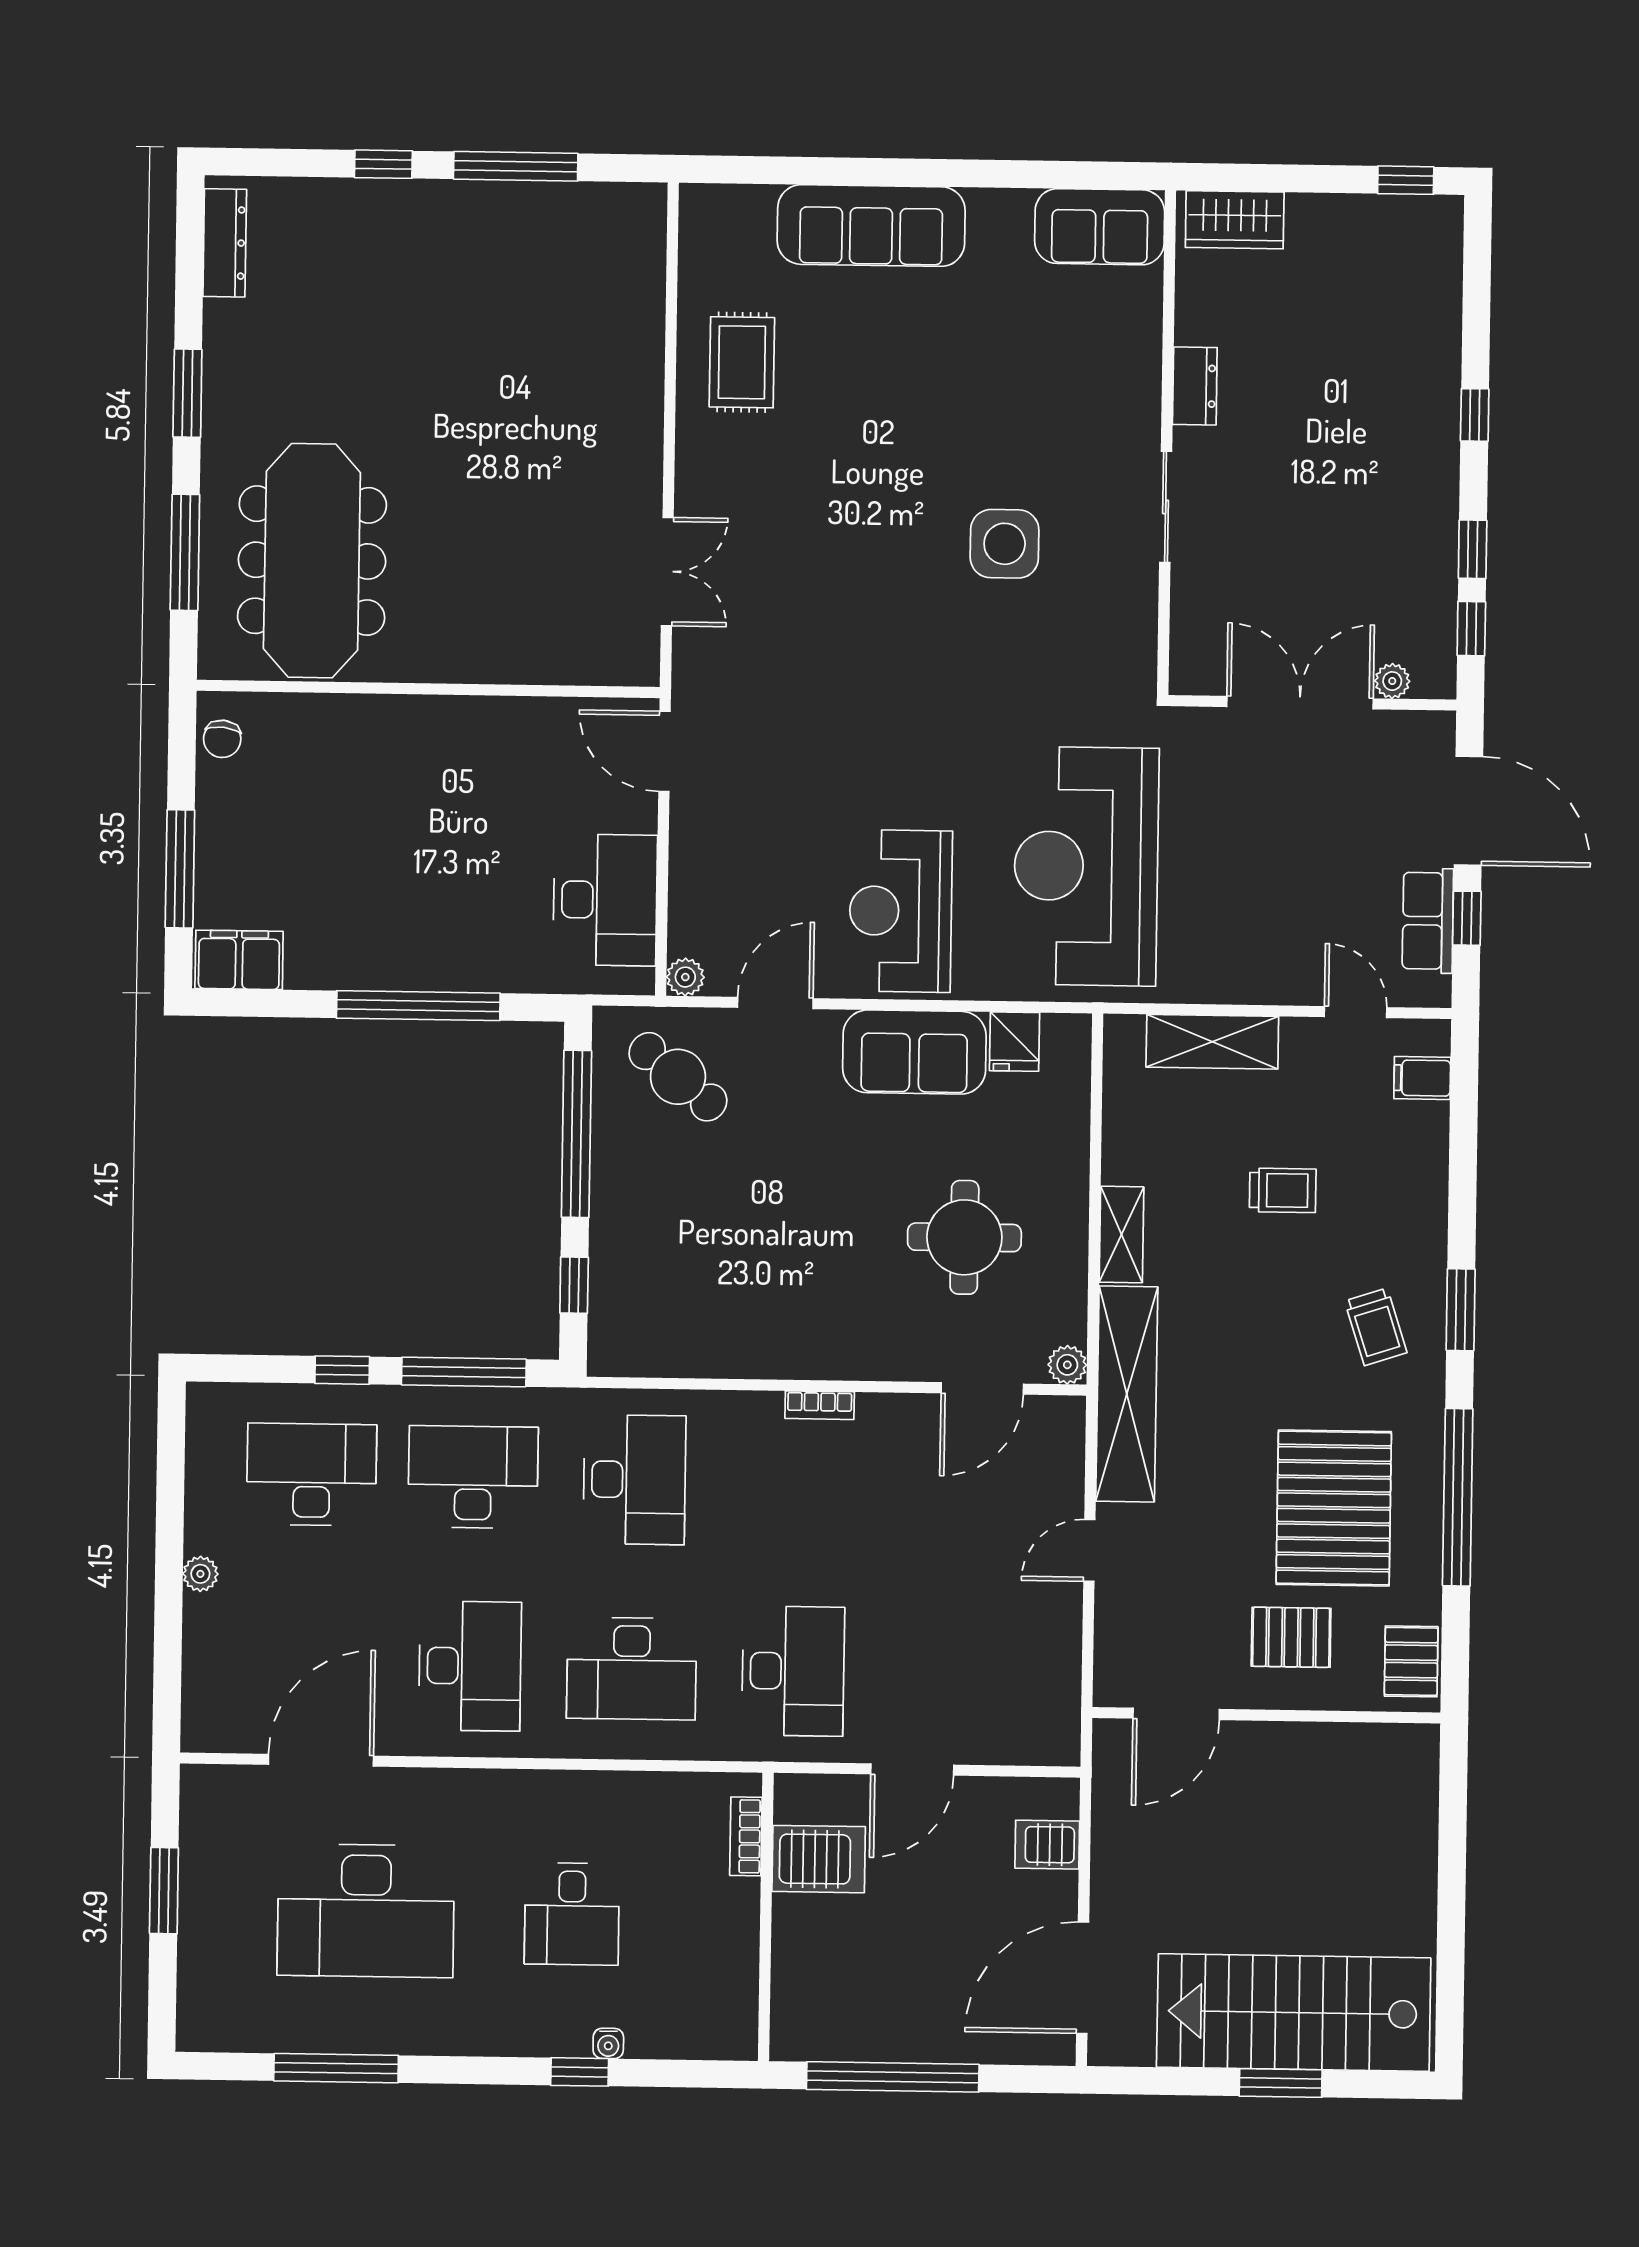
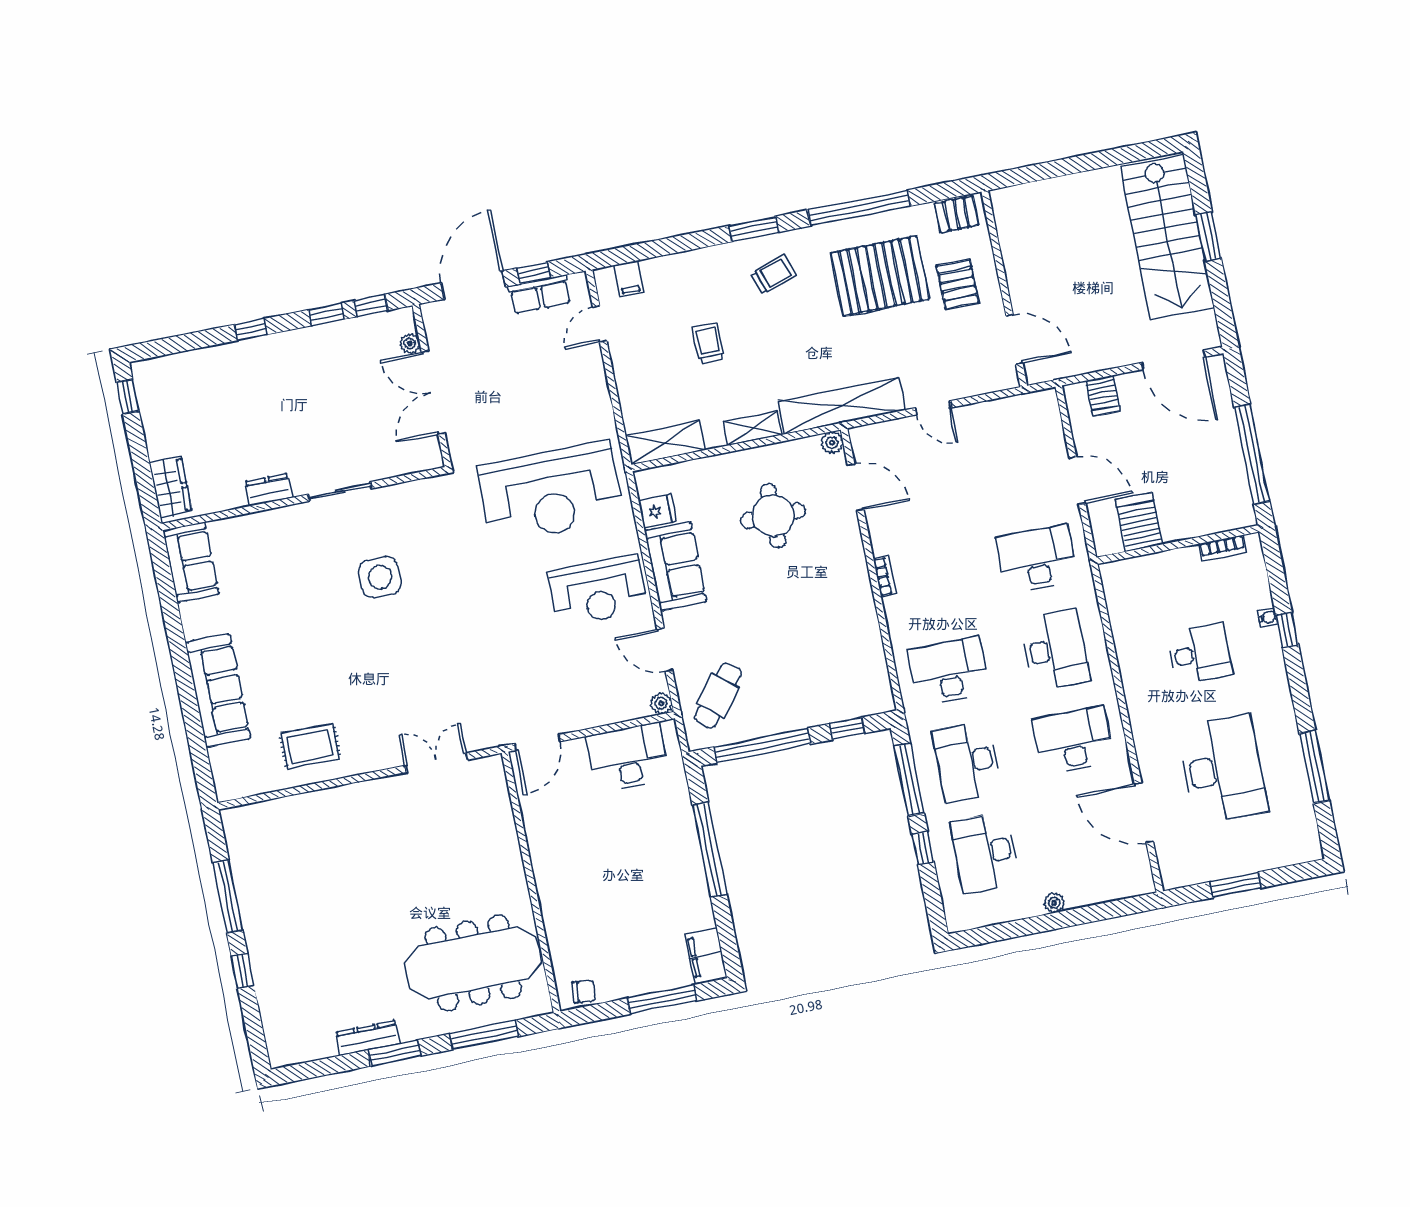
dresser: (225, 243) -> (368, 1038), moved
shelving: (1212, 1042) -> (665, 443), moved, turned 90
bookcase: (746, 1836) -> (1222, 548), moved

